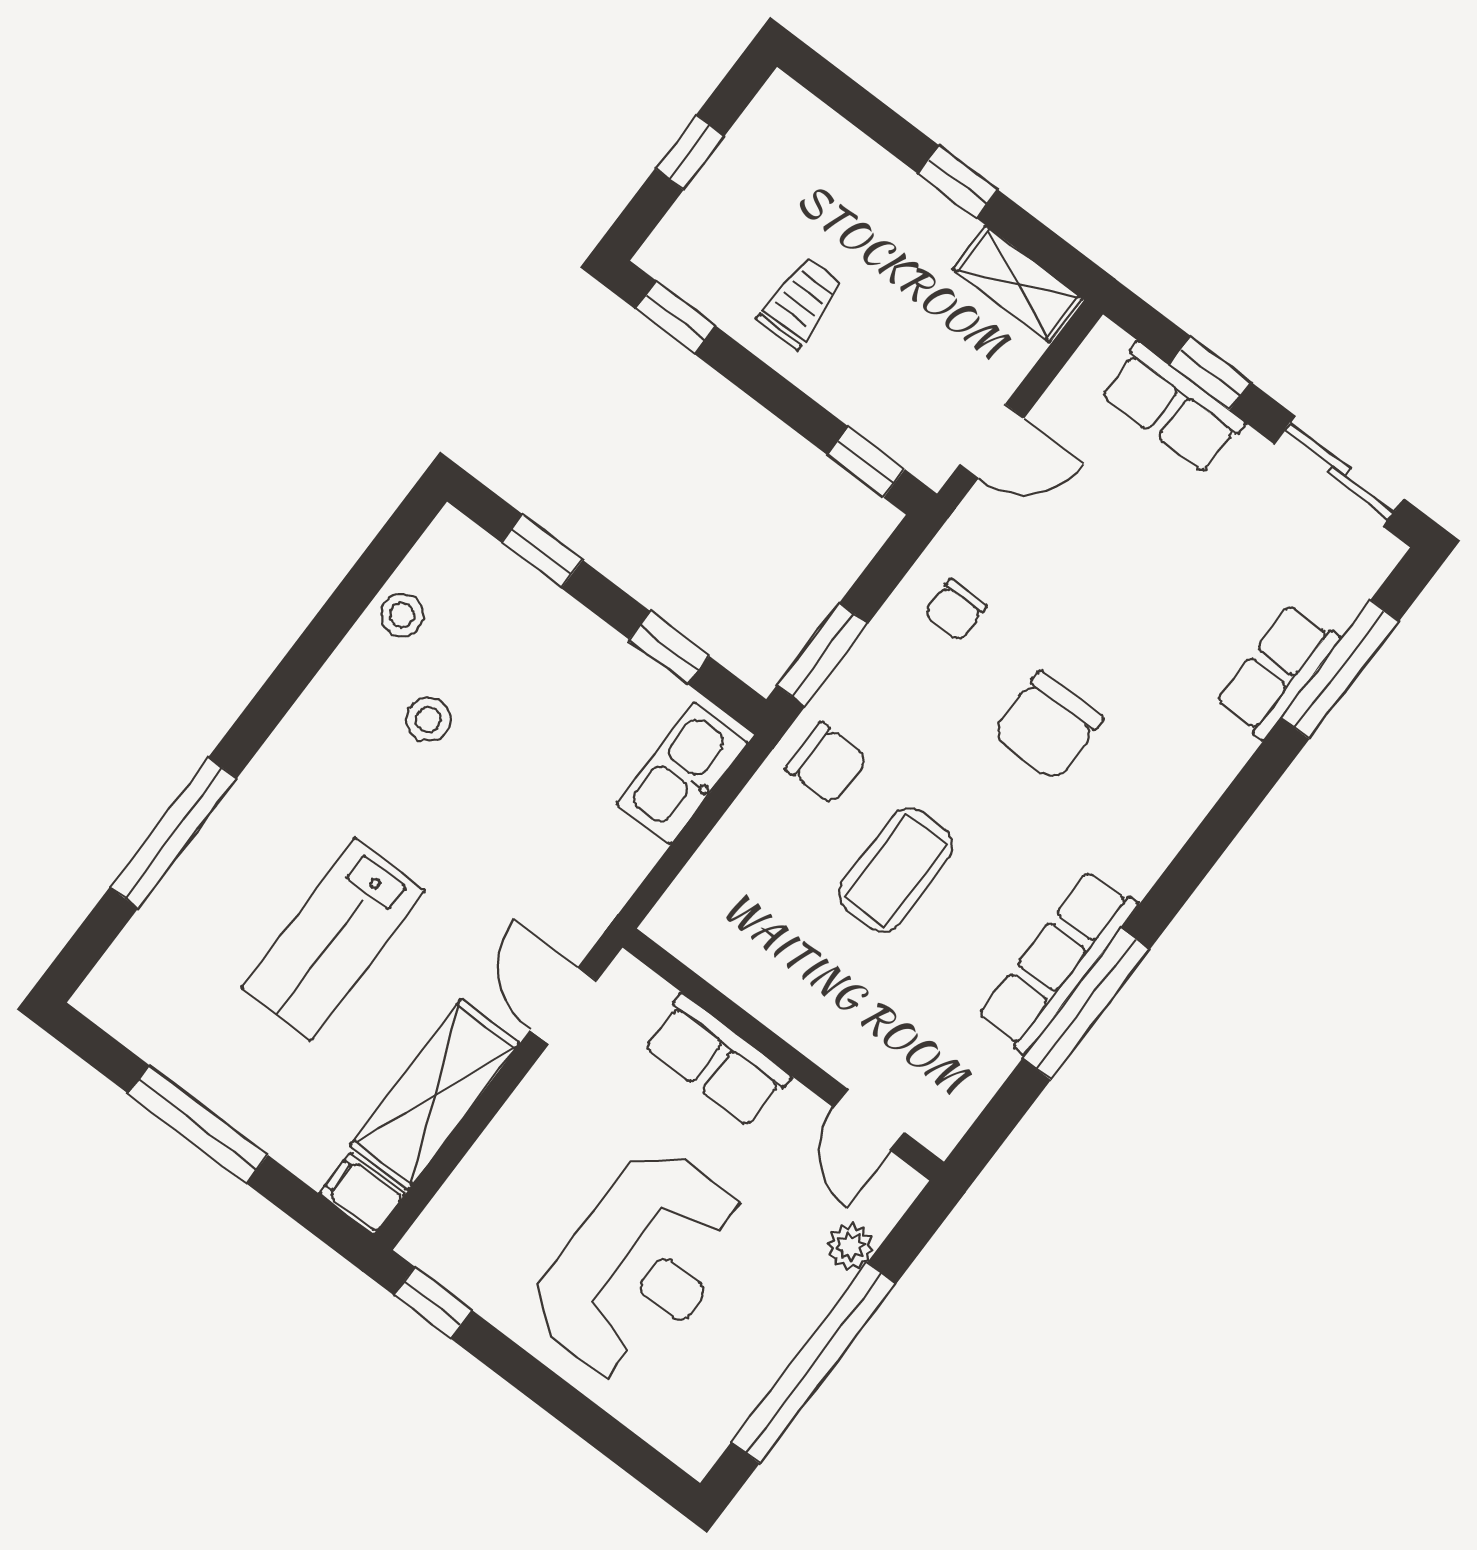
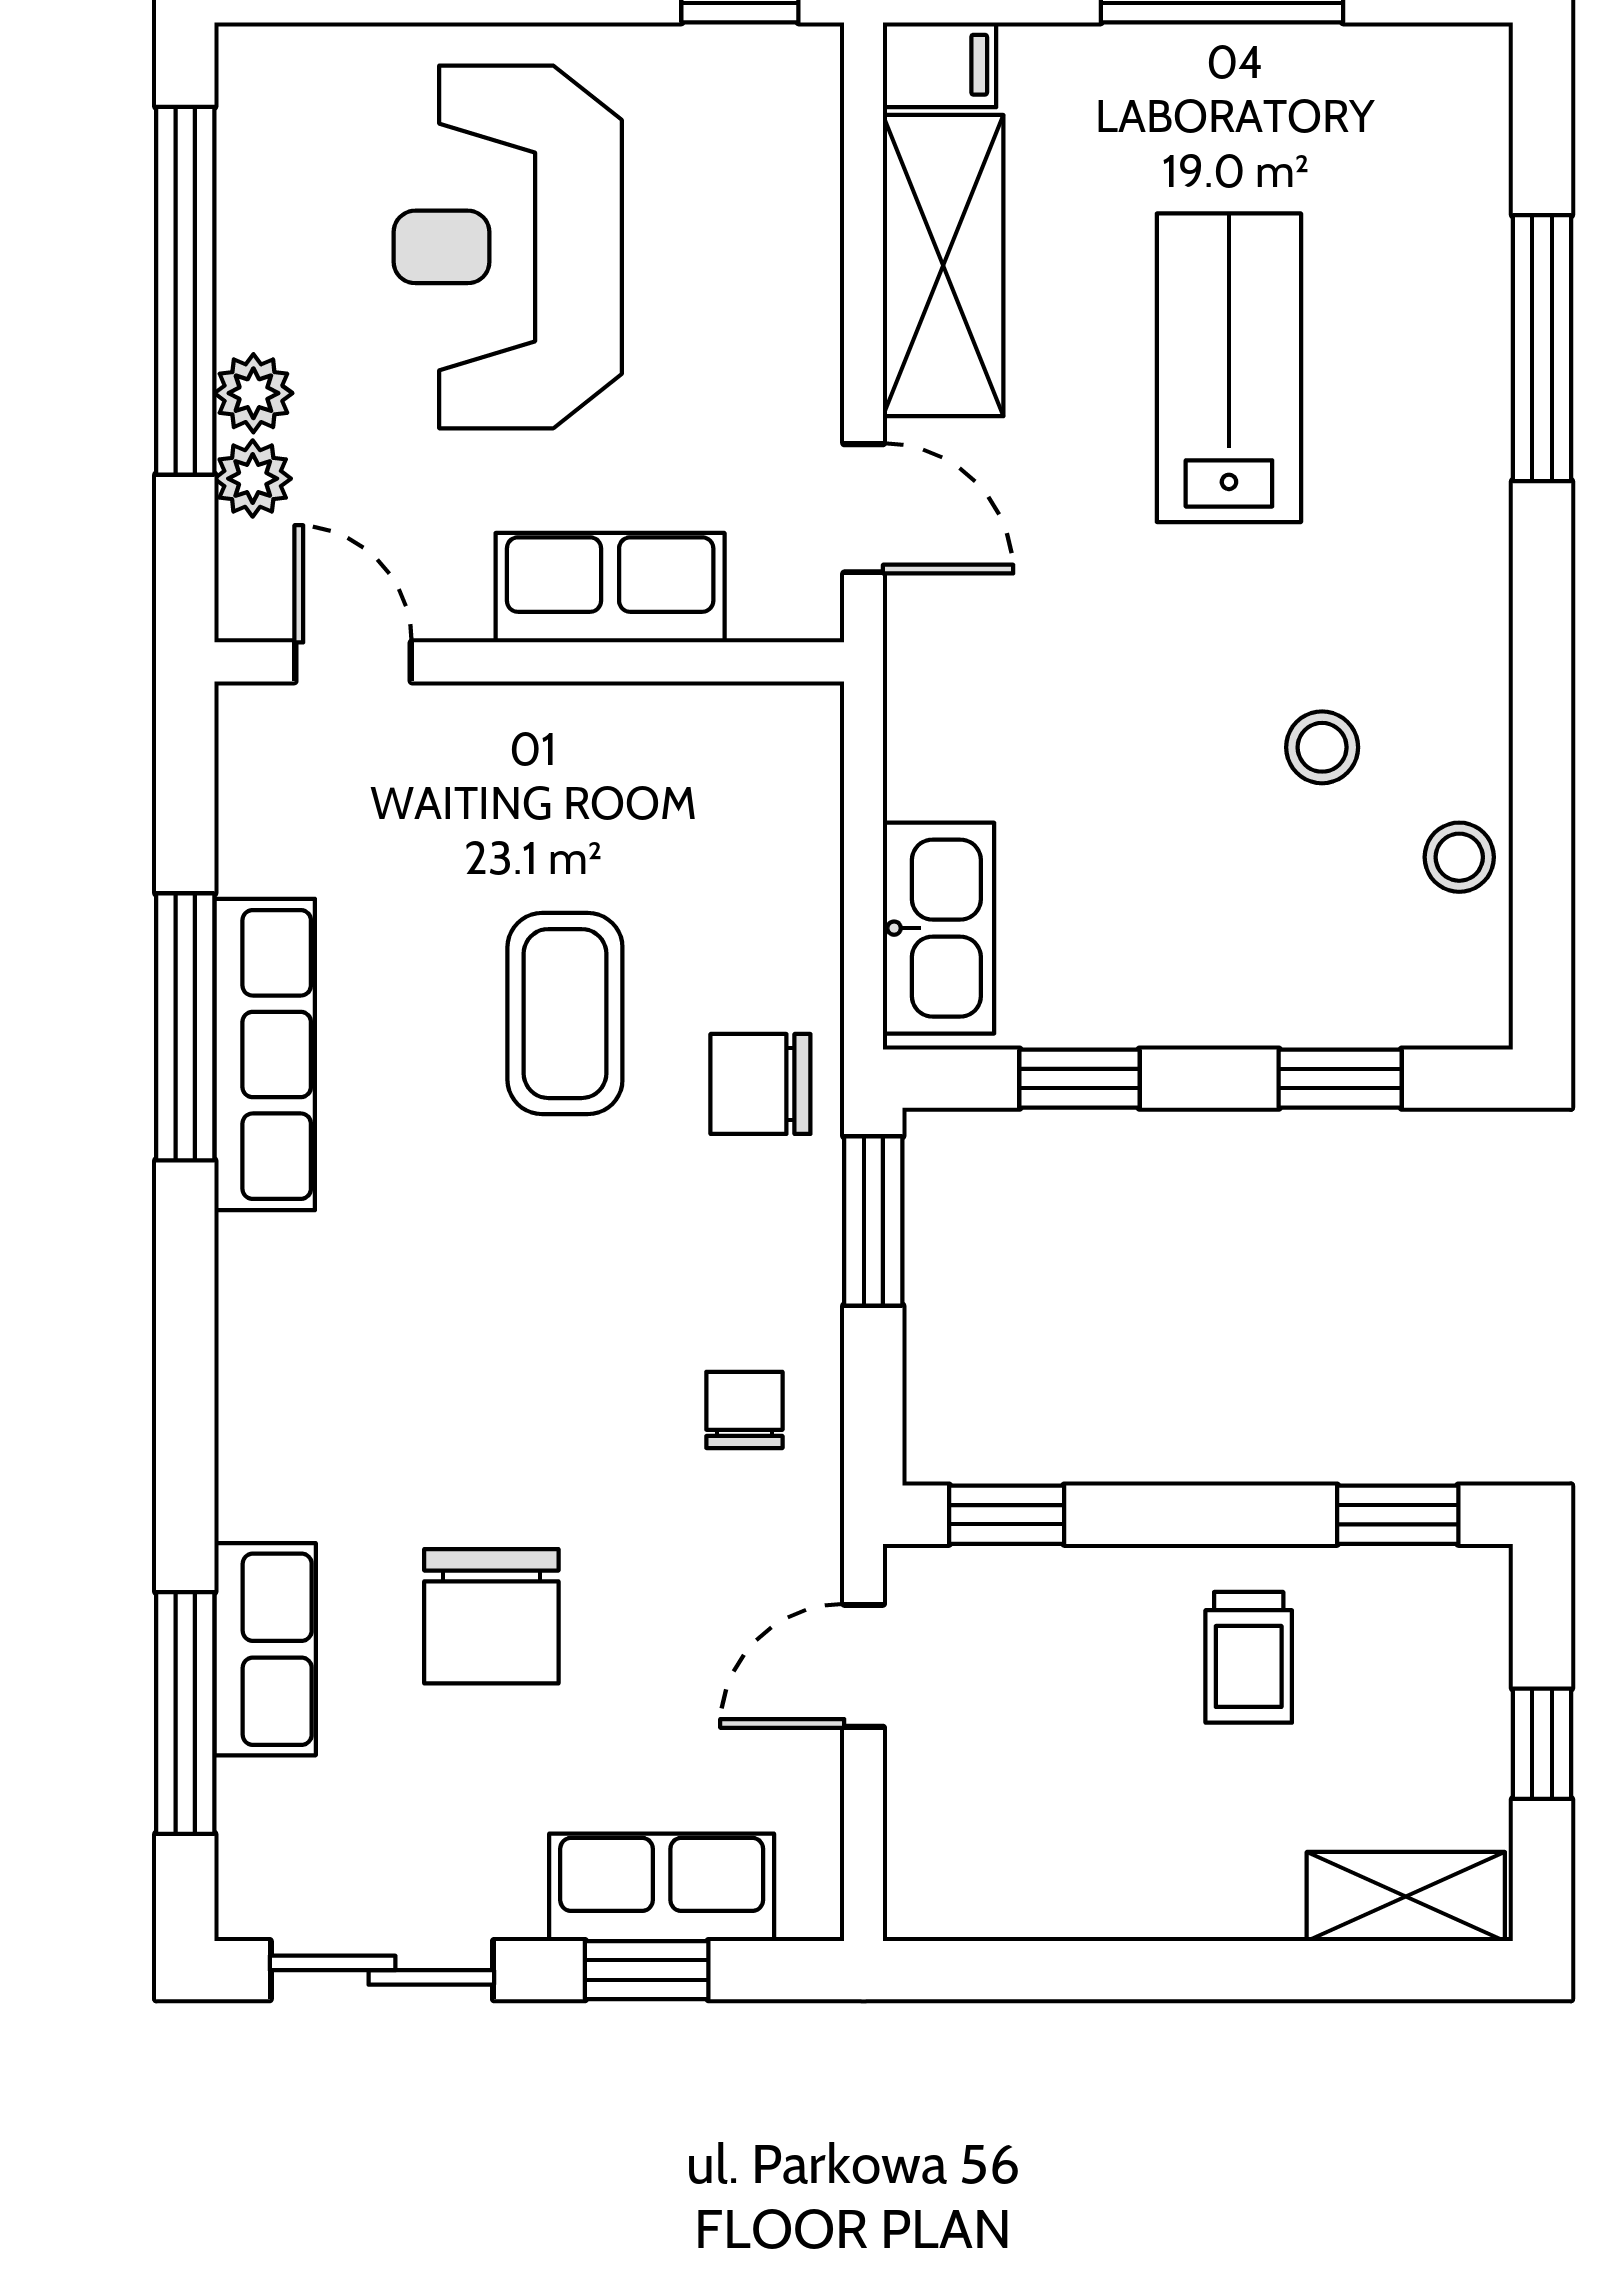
window: (958, 182) -> (1164, 1970), removed
shelving: (1018, 284) -> (1406, 1896), moved
chair: (1048, 726) -> (491, 1616), moved, turned 180
plant: (818, 1288) -> (253, 393), added

